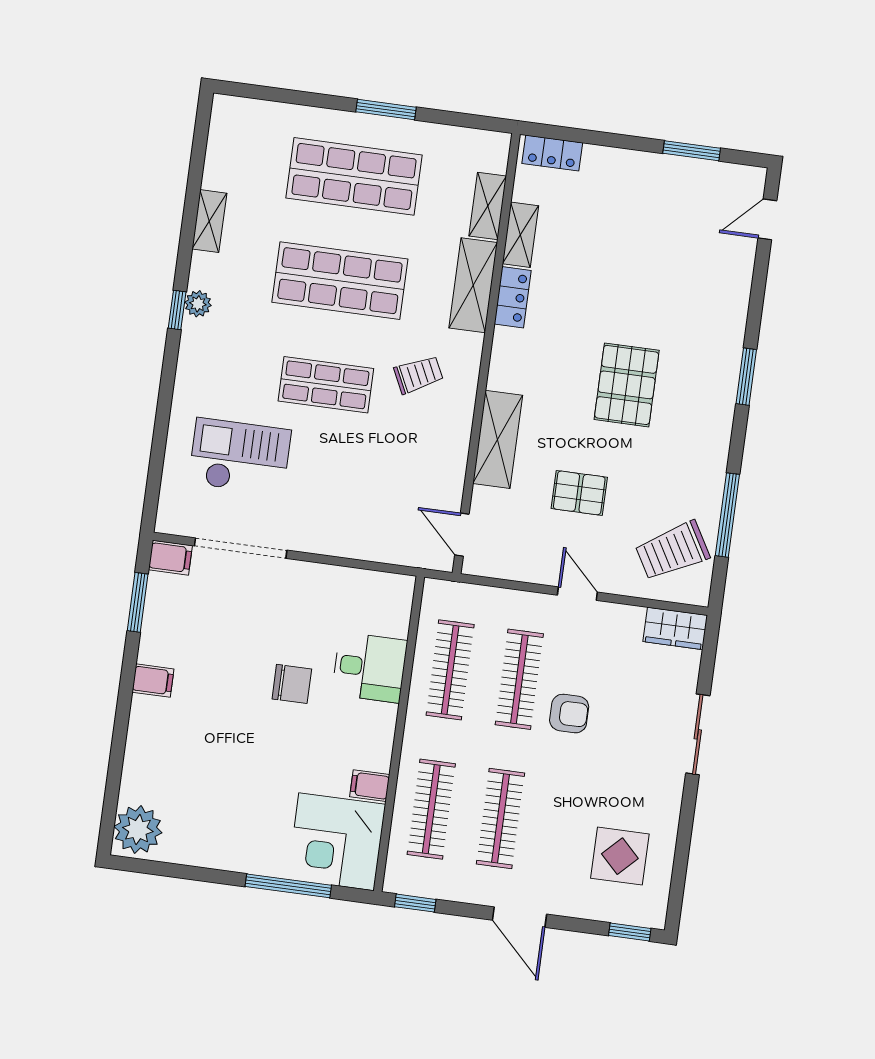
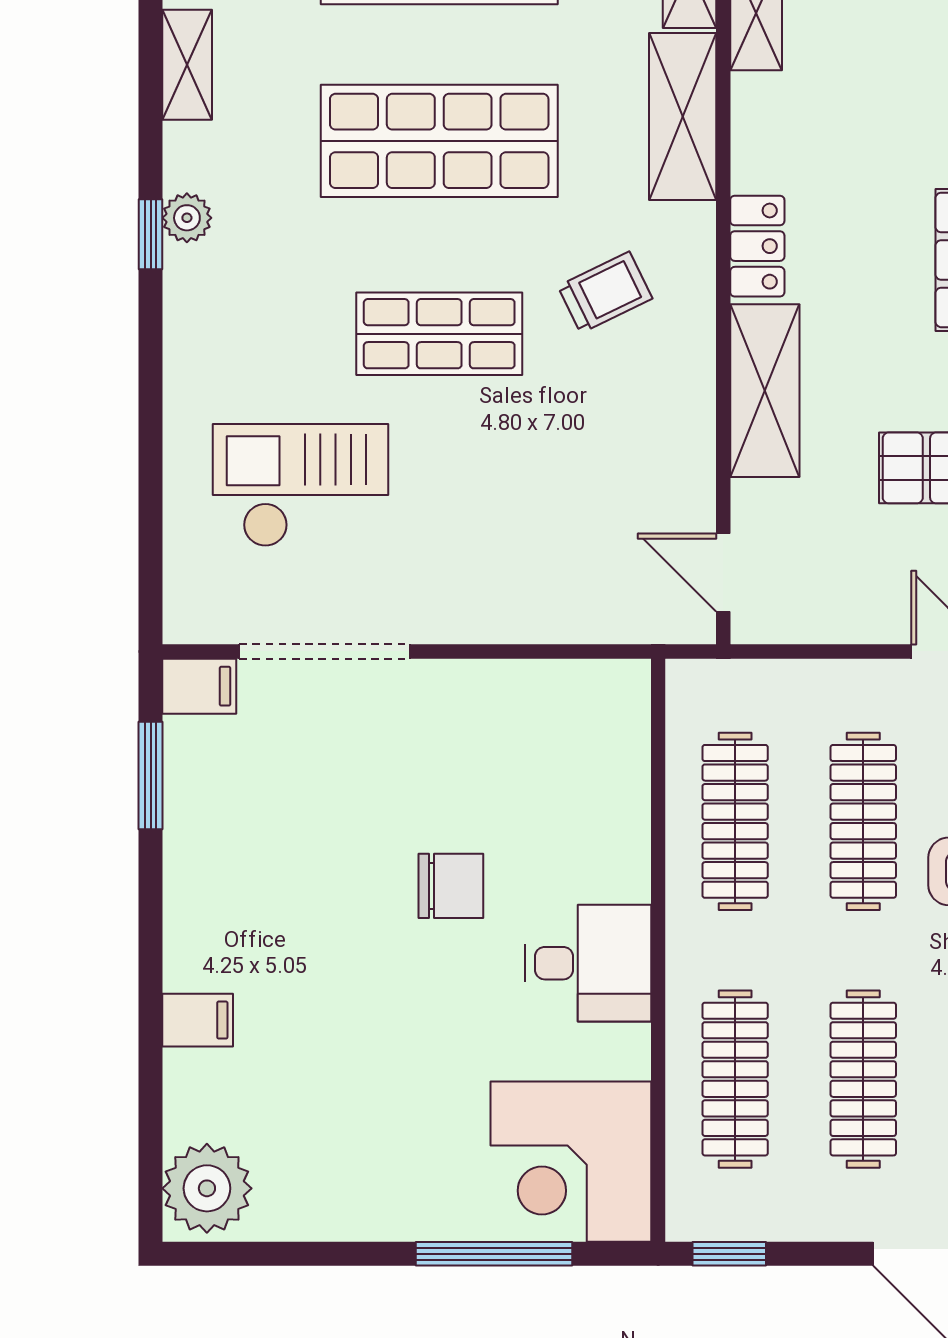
locker: (513, 297) -> (757, 246), moved
desk: (369, 667) -> (588, 963), moved
filing cabinet: (153, 681) -> (198, 1020), moved
filing cabinet: (370, 786) -> (617, 1051), removed

